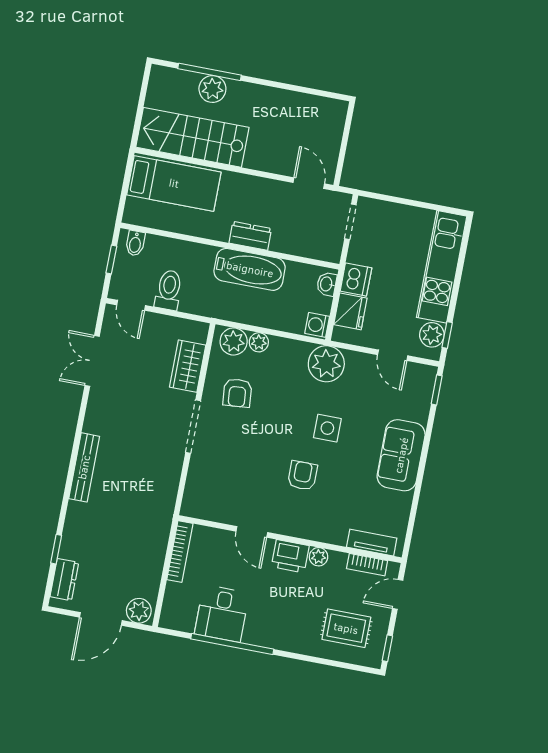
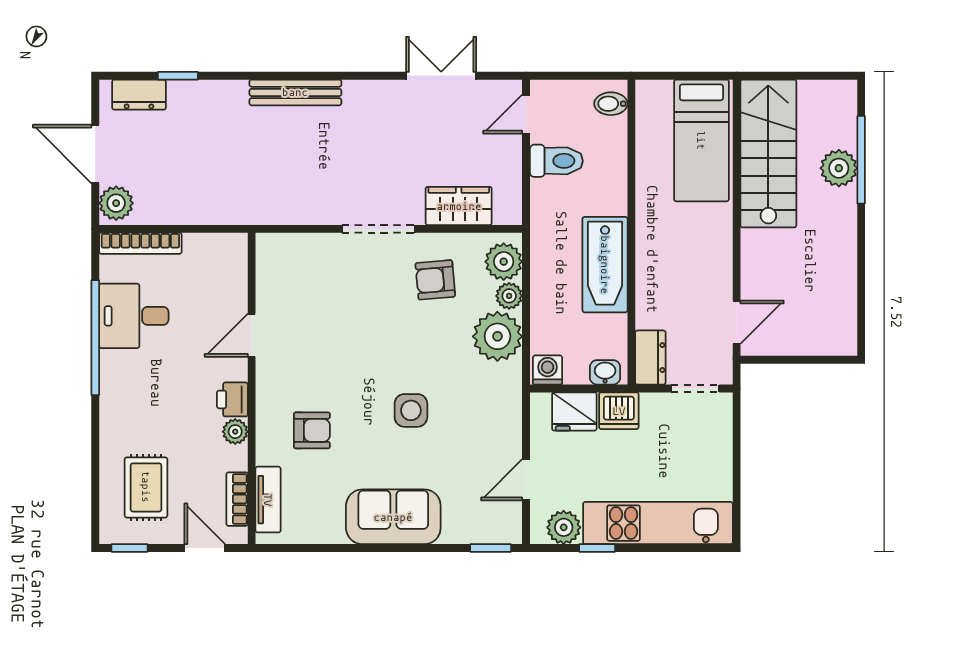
dresser: (250, 236) -> (650, 358), moved
window: (111, 260) -> (583, 76), removed
window: (447, 335) -> (597, 548), moved
plant: (326, 364) -> (497, 336), moved
armchair: (302, 476) -> (312, 430), moved
bookcase: (180, 552) -> (140, 243), moved
printer: (290, 556) -> (232, 399), width x0.73, depth x0.81

